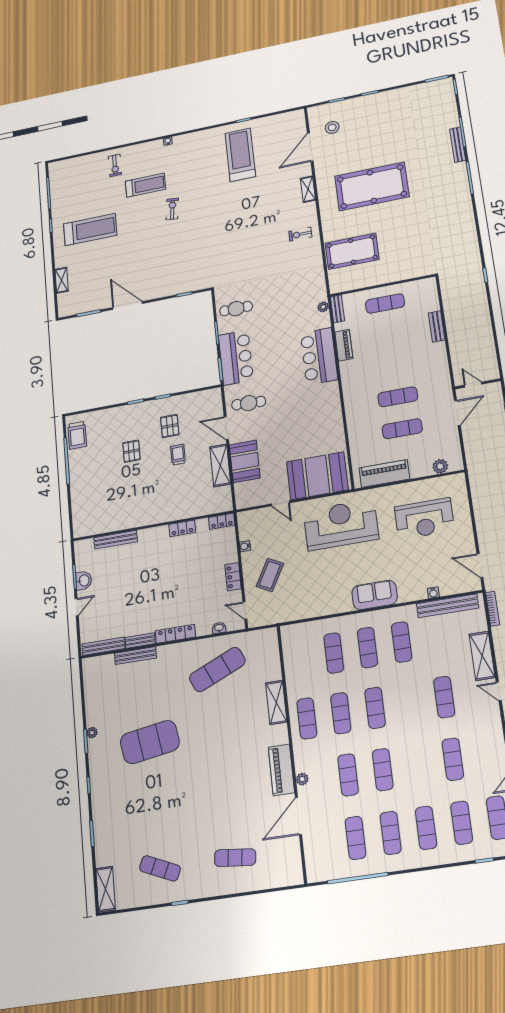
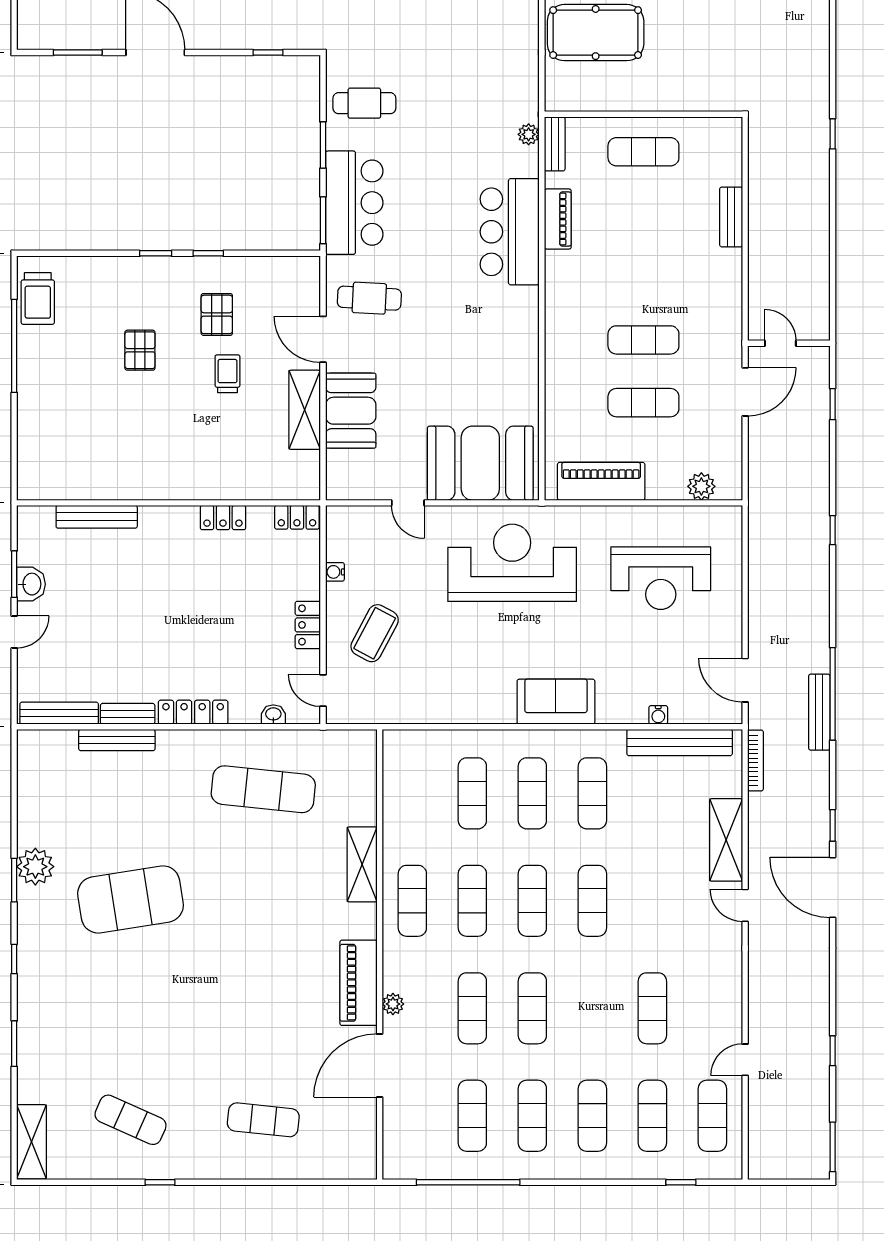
exercise mat: (217, 669) -> (263, 789), turned 30
exercise mat: (444, 697) -> (592, 901), moved
plant: (92, 733) -> (35, 867), width x1.87, depth x1.87

